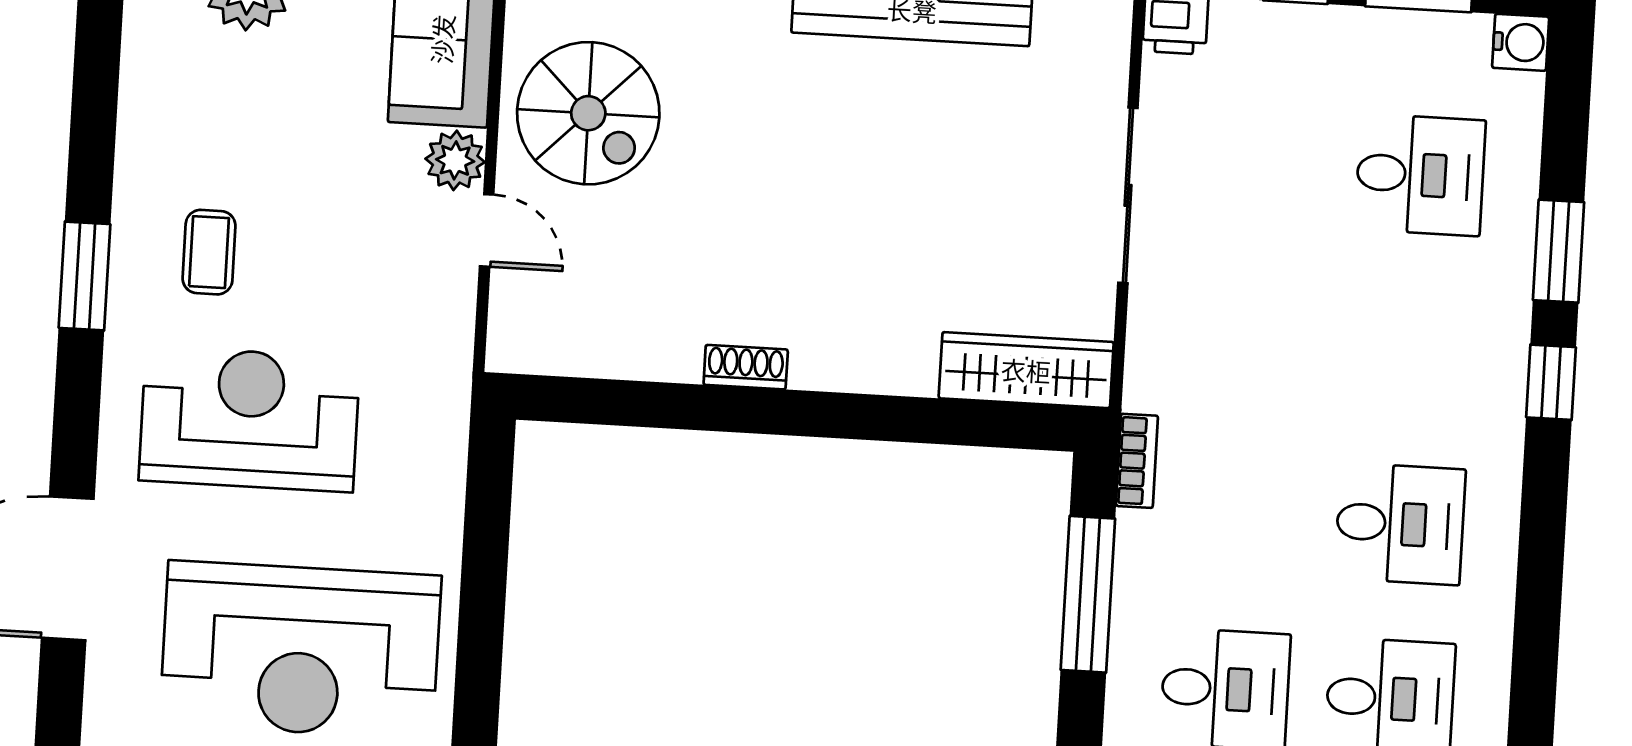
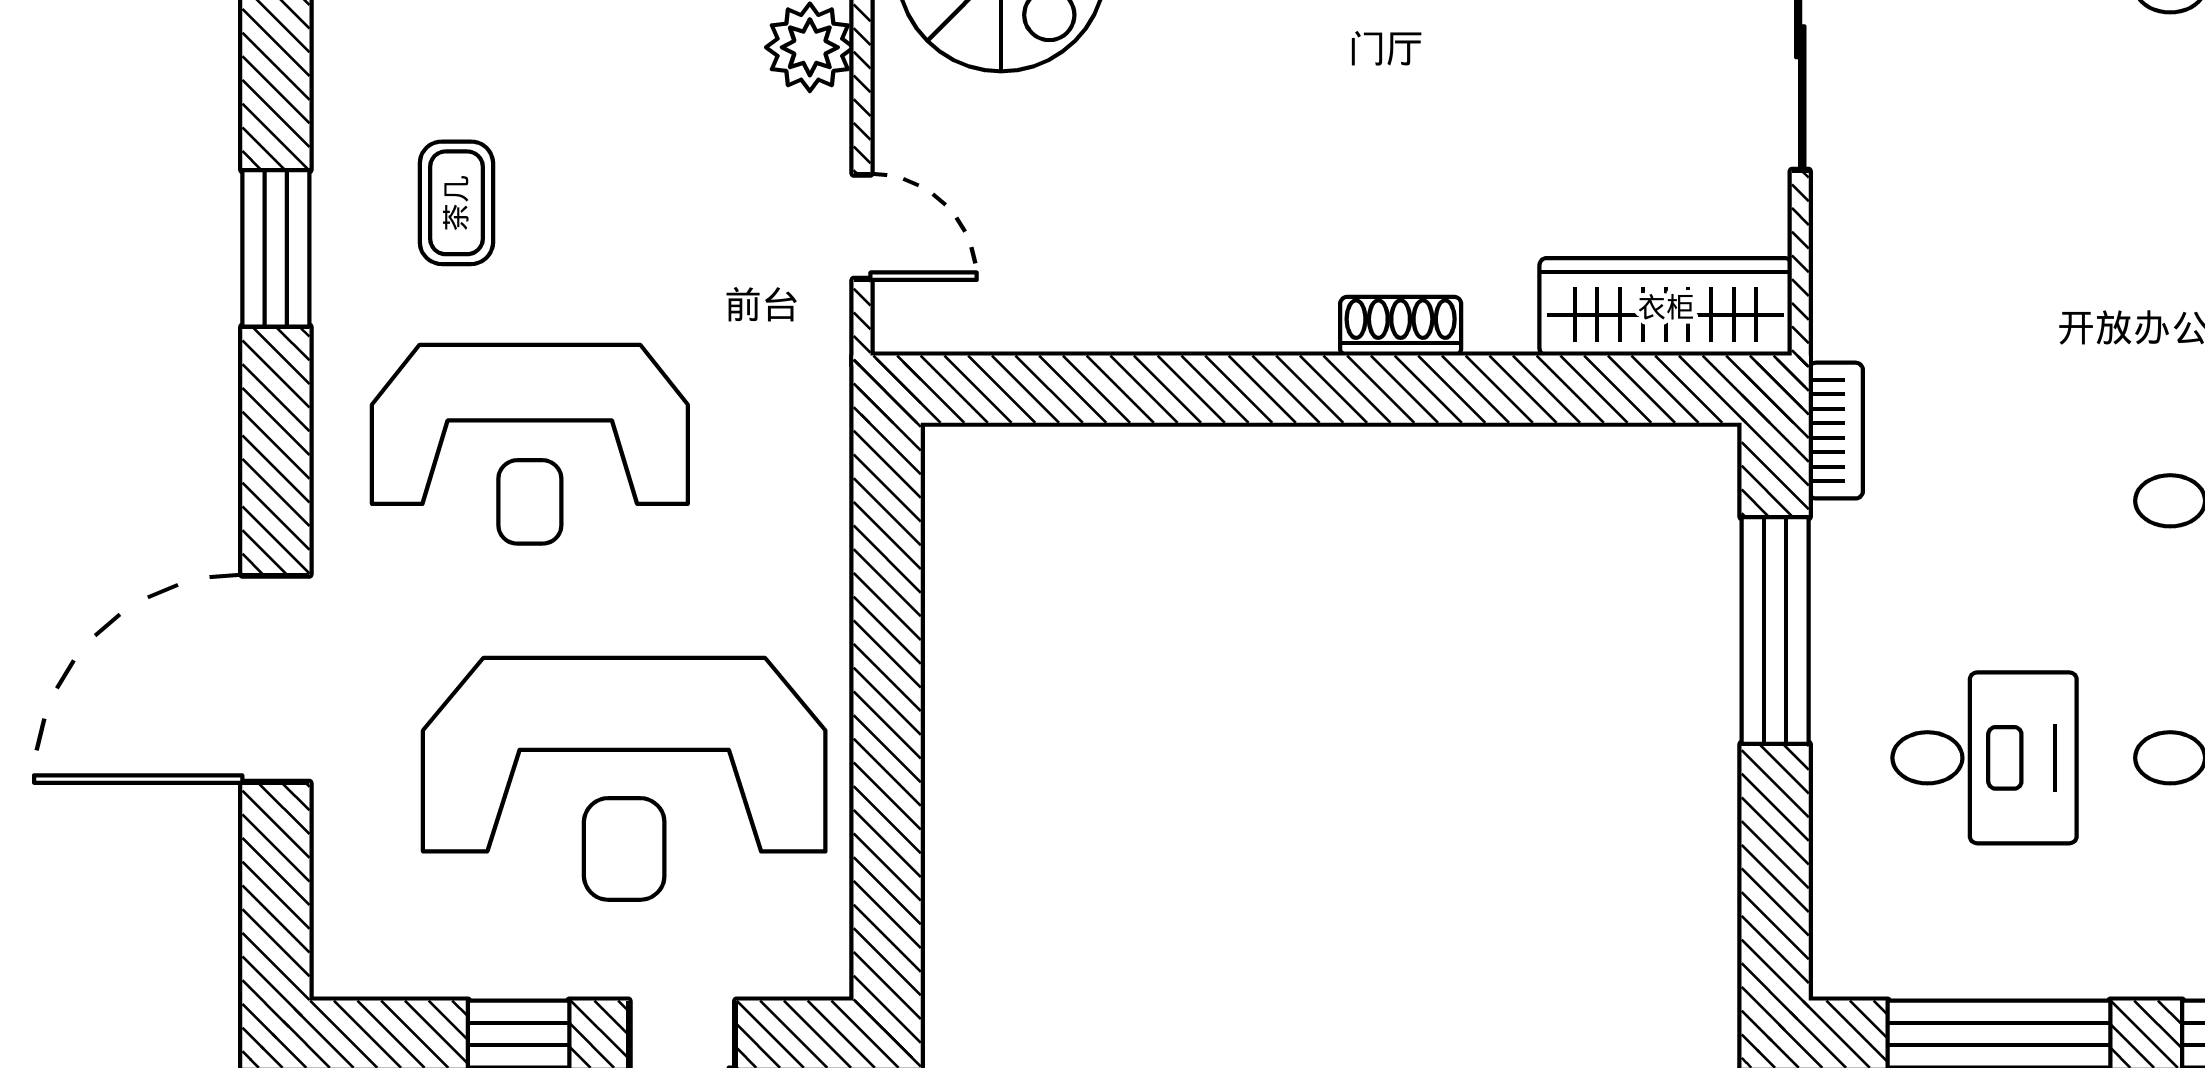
door: (487, 230) -> (862, 227), moved
shoe rack: (746, 367) -> (1401, 326), moved
reception desk: (249, 419) -> (530, 444), turned 180

